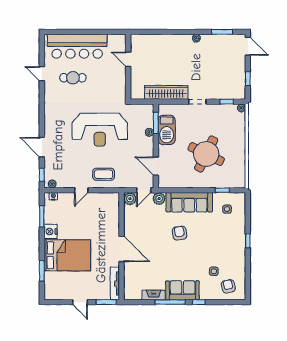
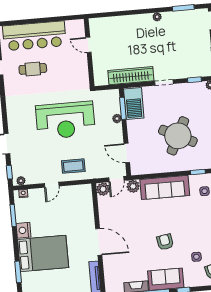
barbecue: (167, 130) -> (134, 104), moved
armchair: (180, 233) -> (165, 242), moved

